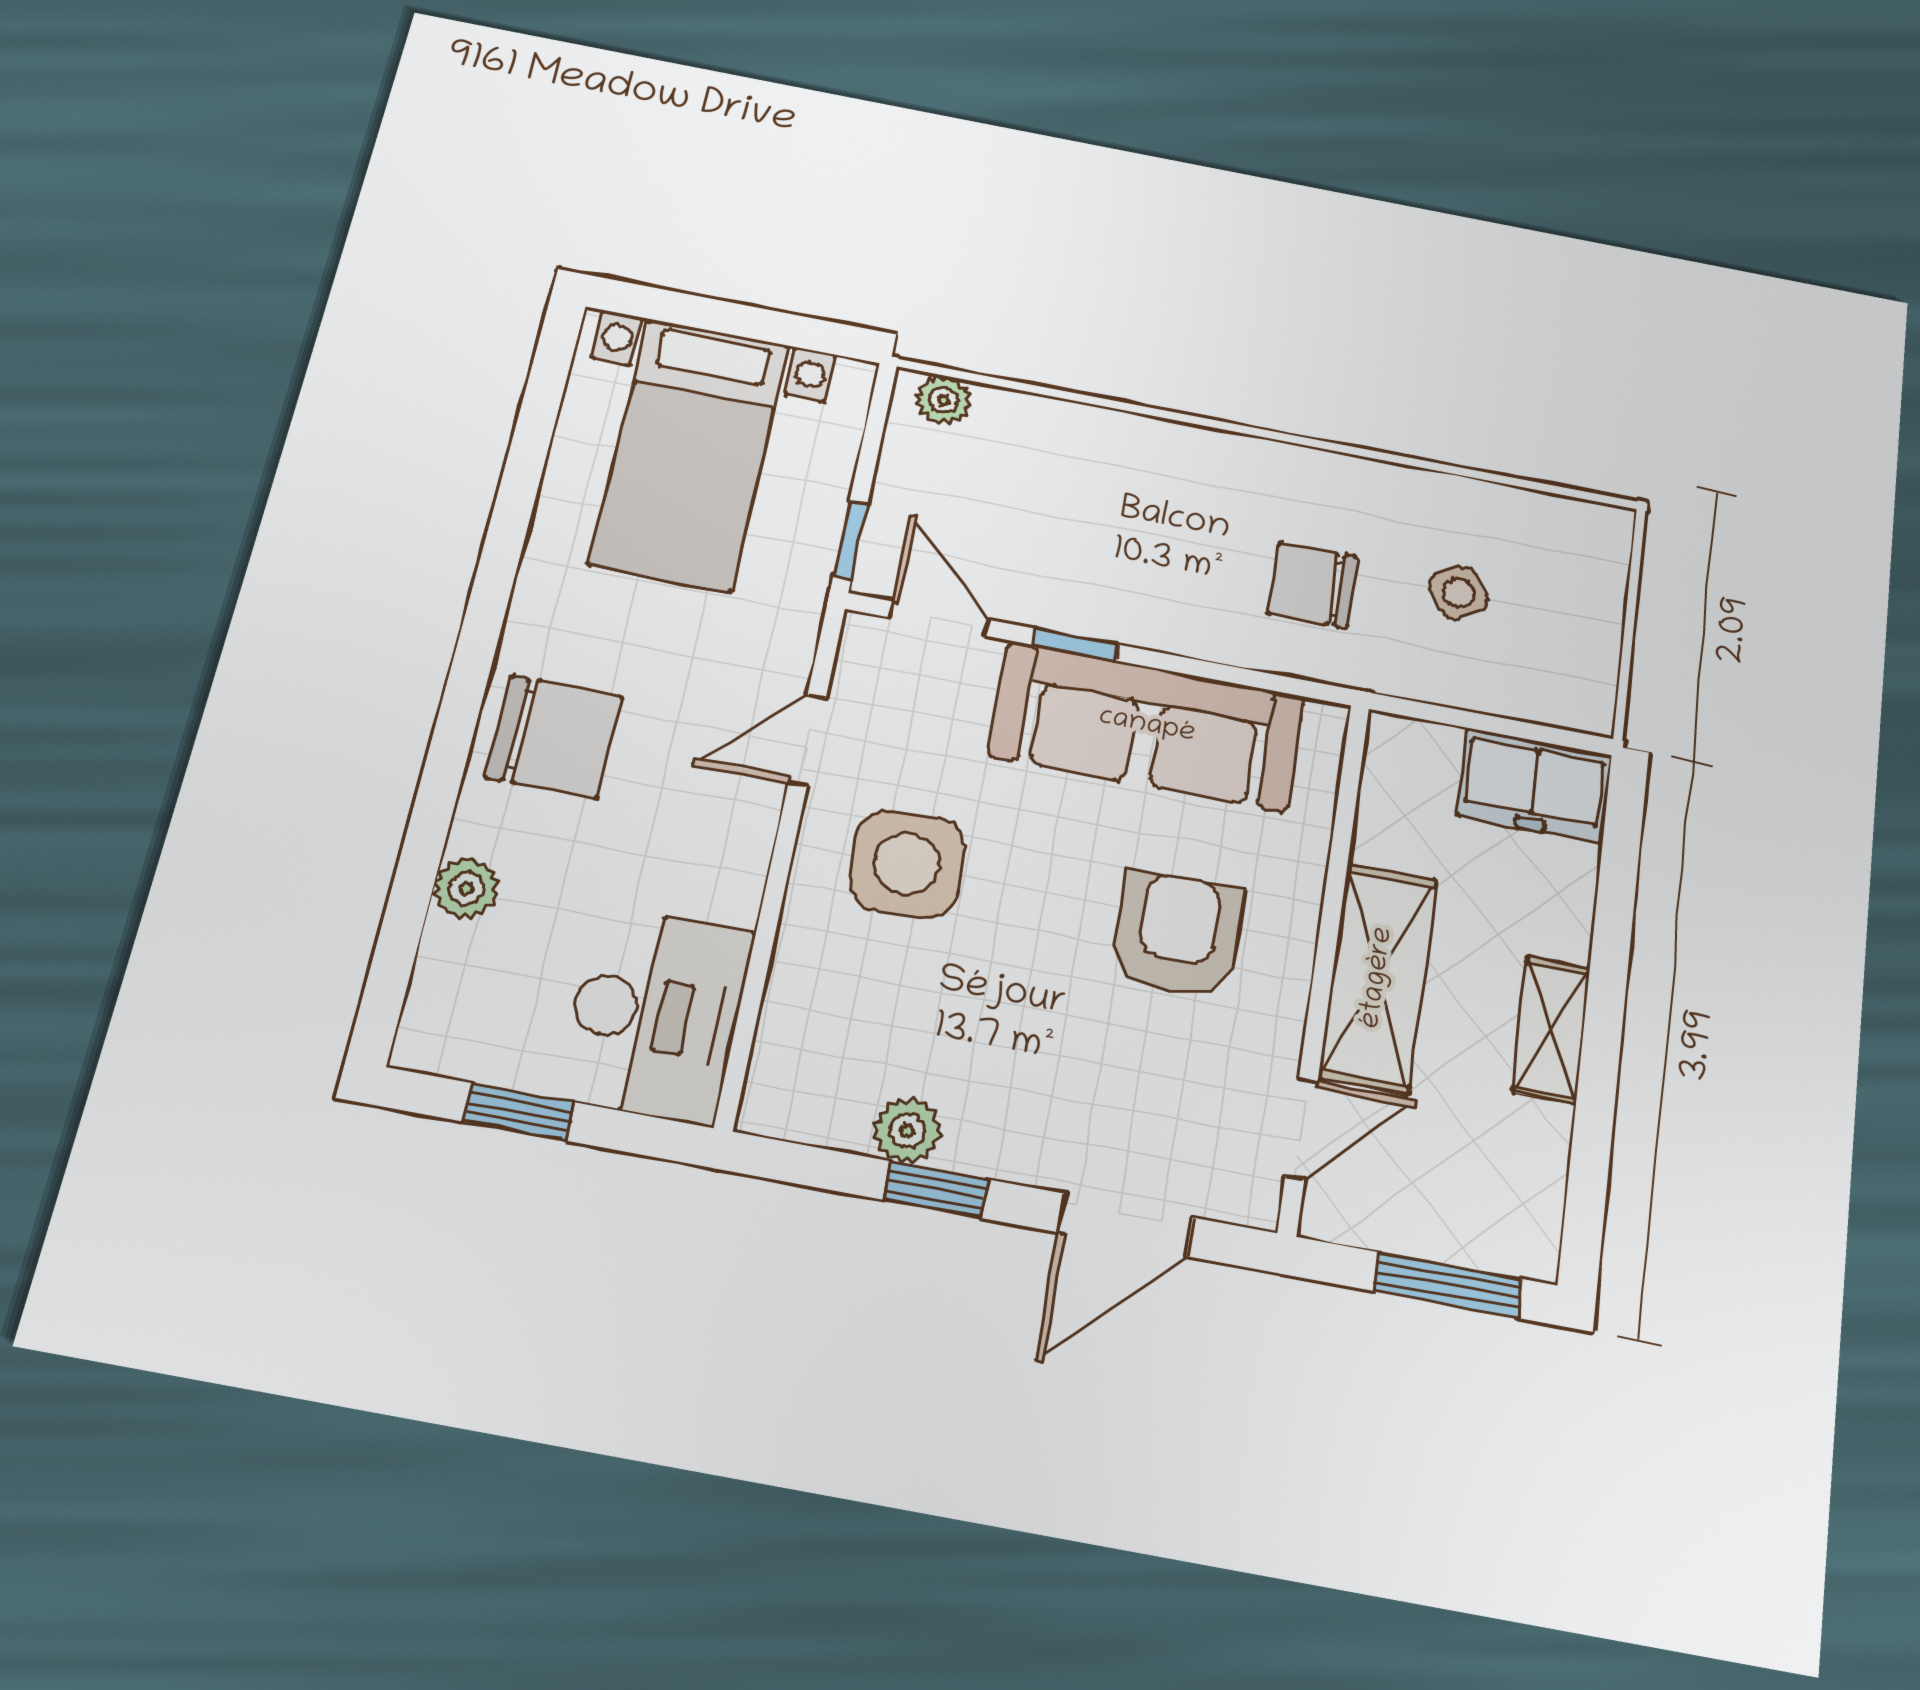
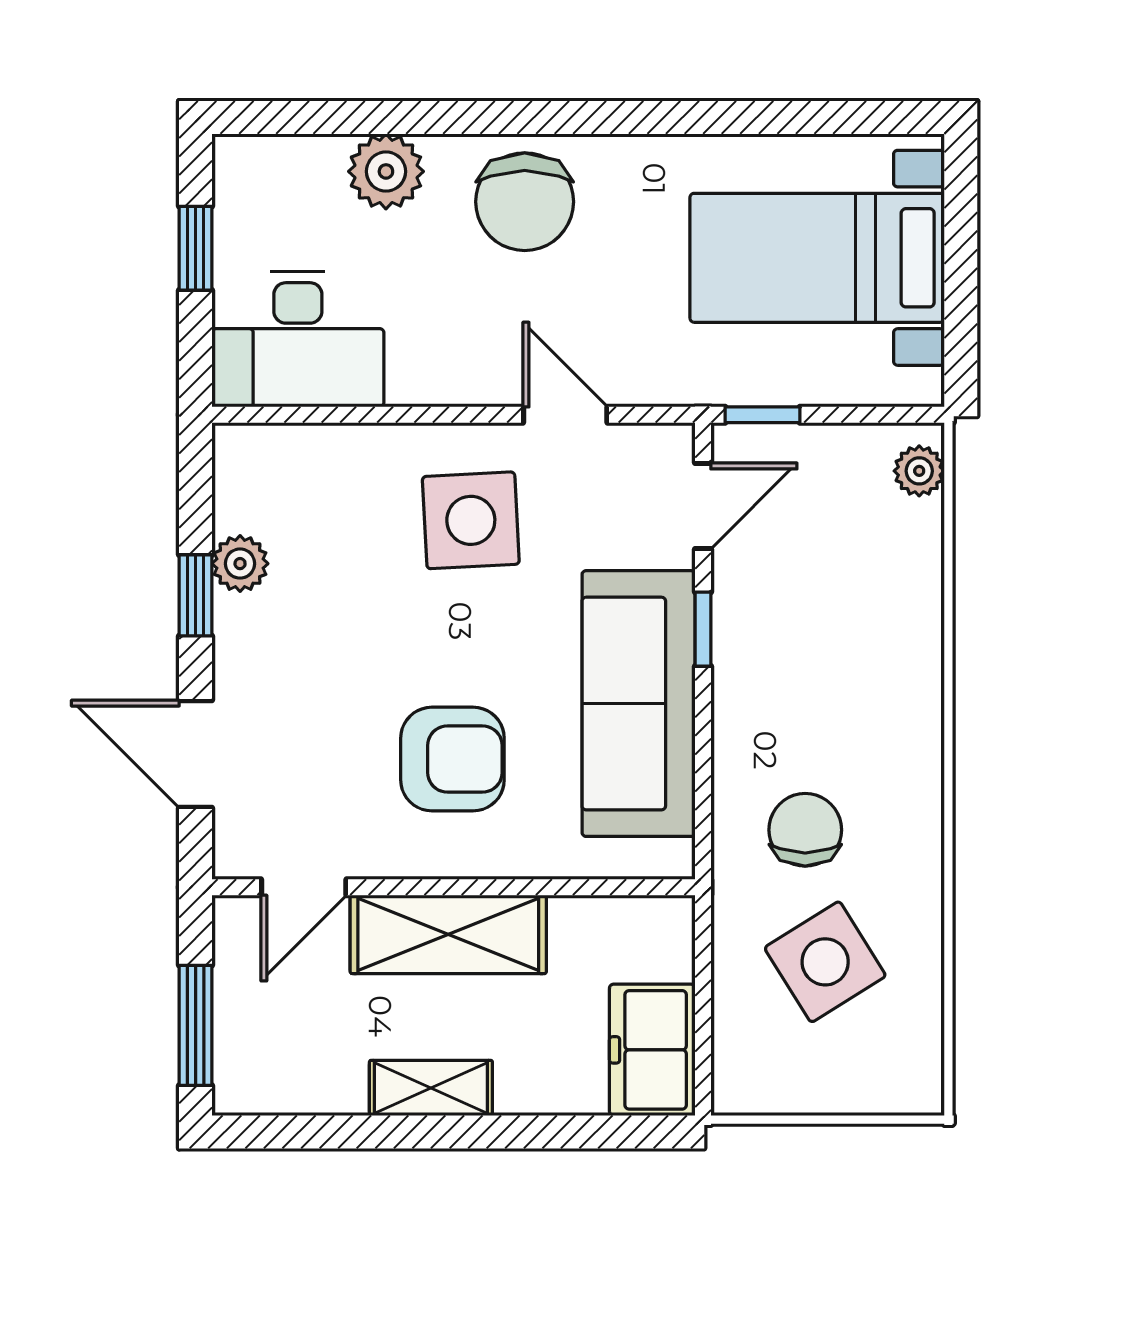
side table: (1459, 593) -> (825, 962), width x1.87, depth x1.87
plant: (466, 888) -> (386, 171), width x1.38, depth x1.38
door: (1302, 1129) -> (304, 887), hinge flipped

